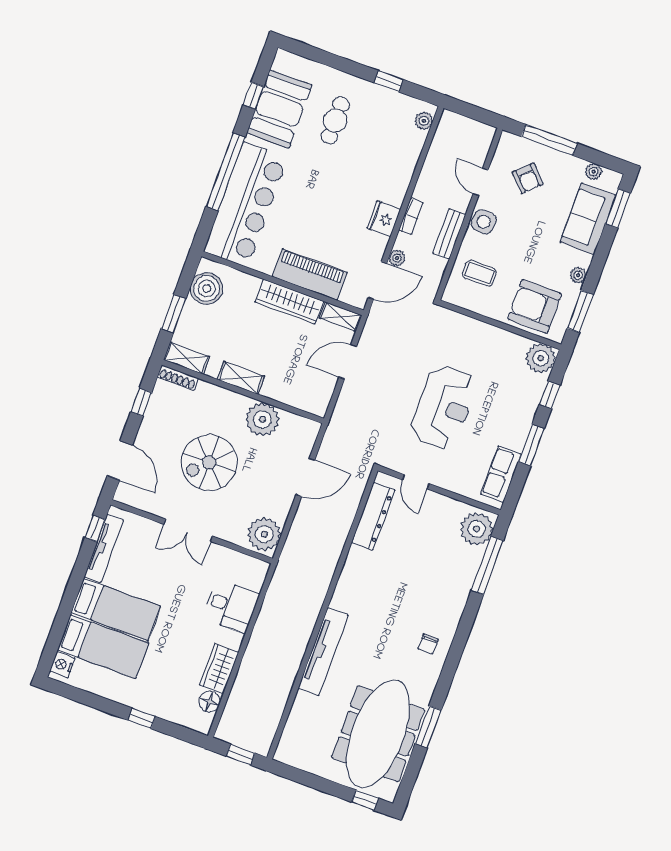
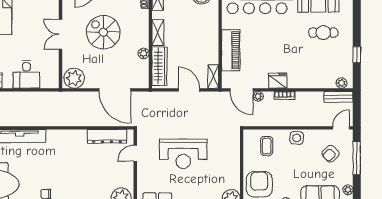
door: (481, 182) -> (341, 128), moved
bench: (449, 234) -> (339, 97), moved
wardrobe: (289, 302) -> (159, 66), moved, turned 180
plant: (262, 419) -> (144, 53), width x0.53, depth x0.53
door: (305, 477) -> (115, 90), width x1.36

